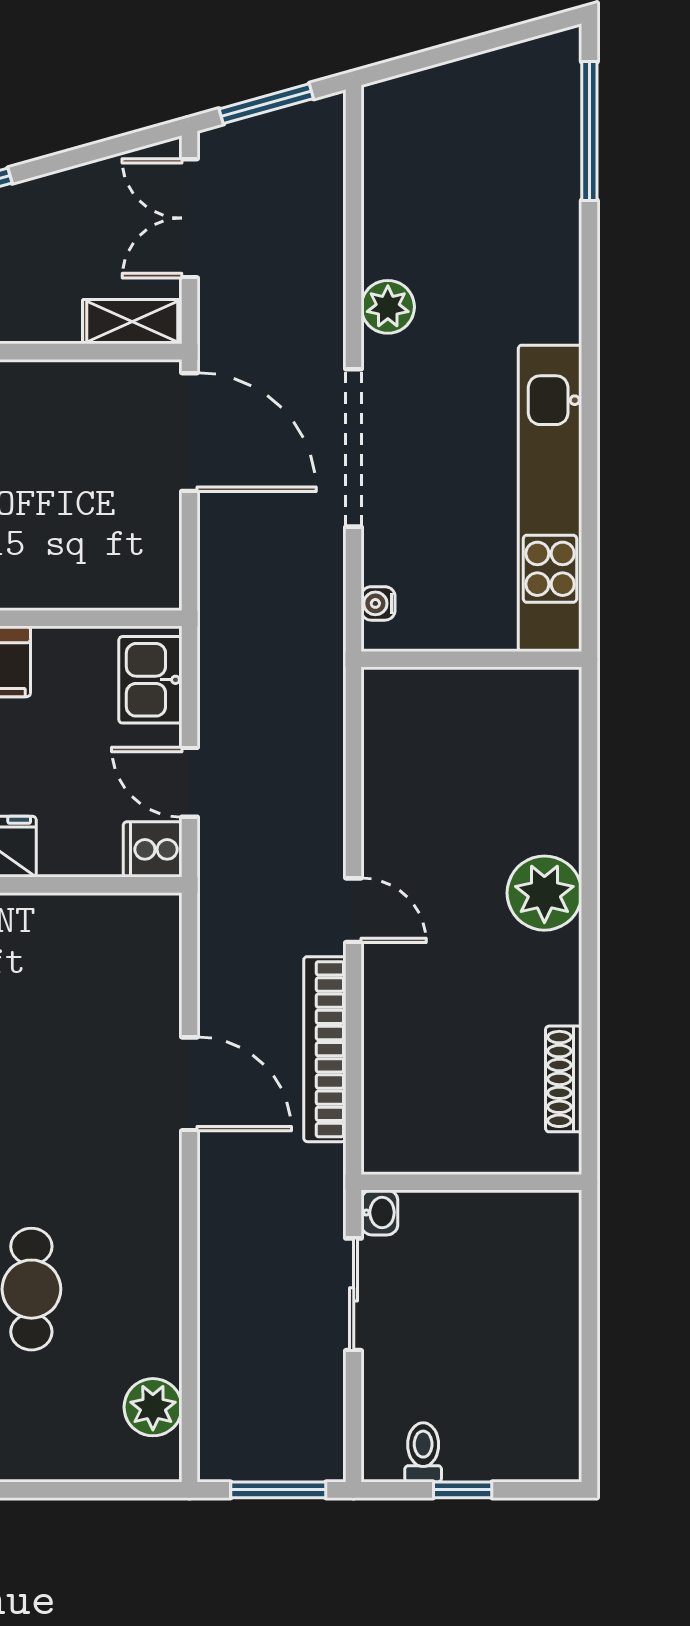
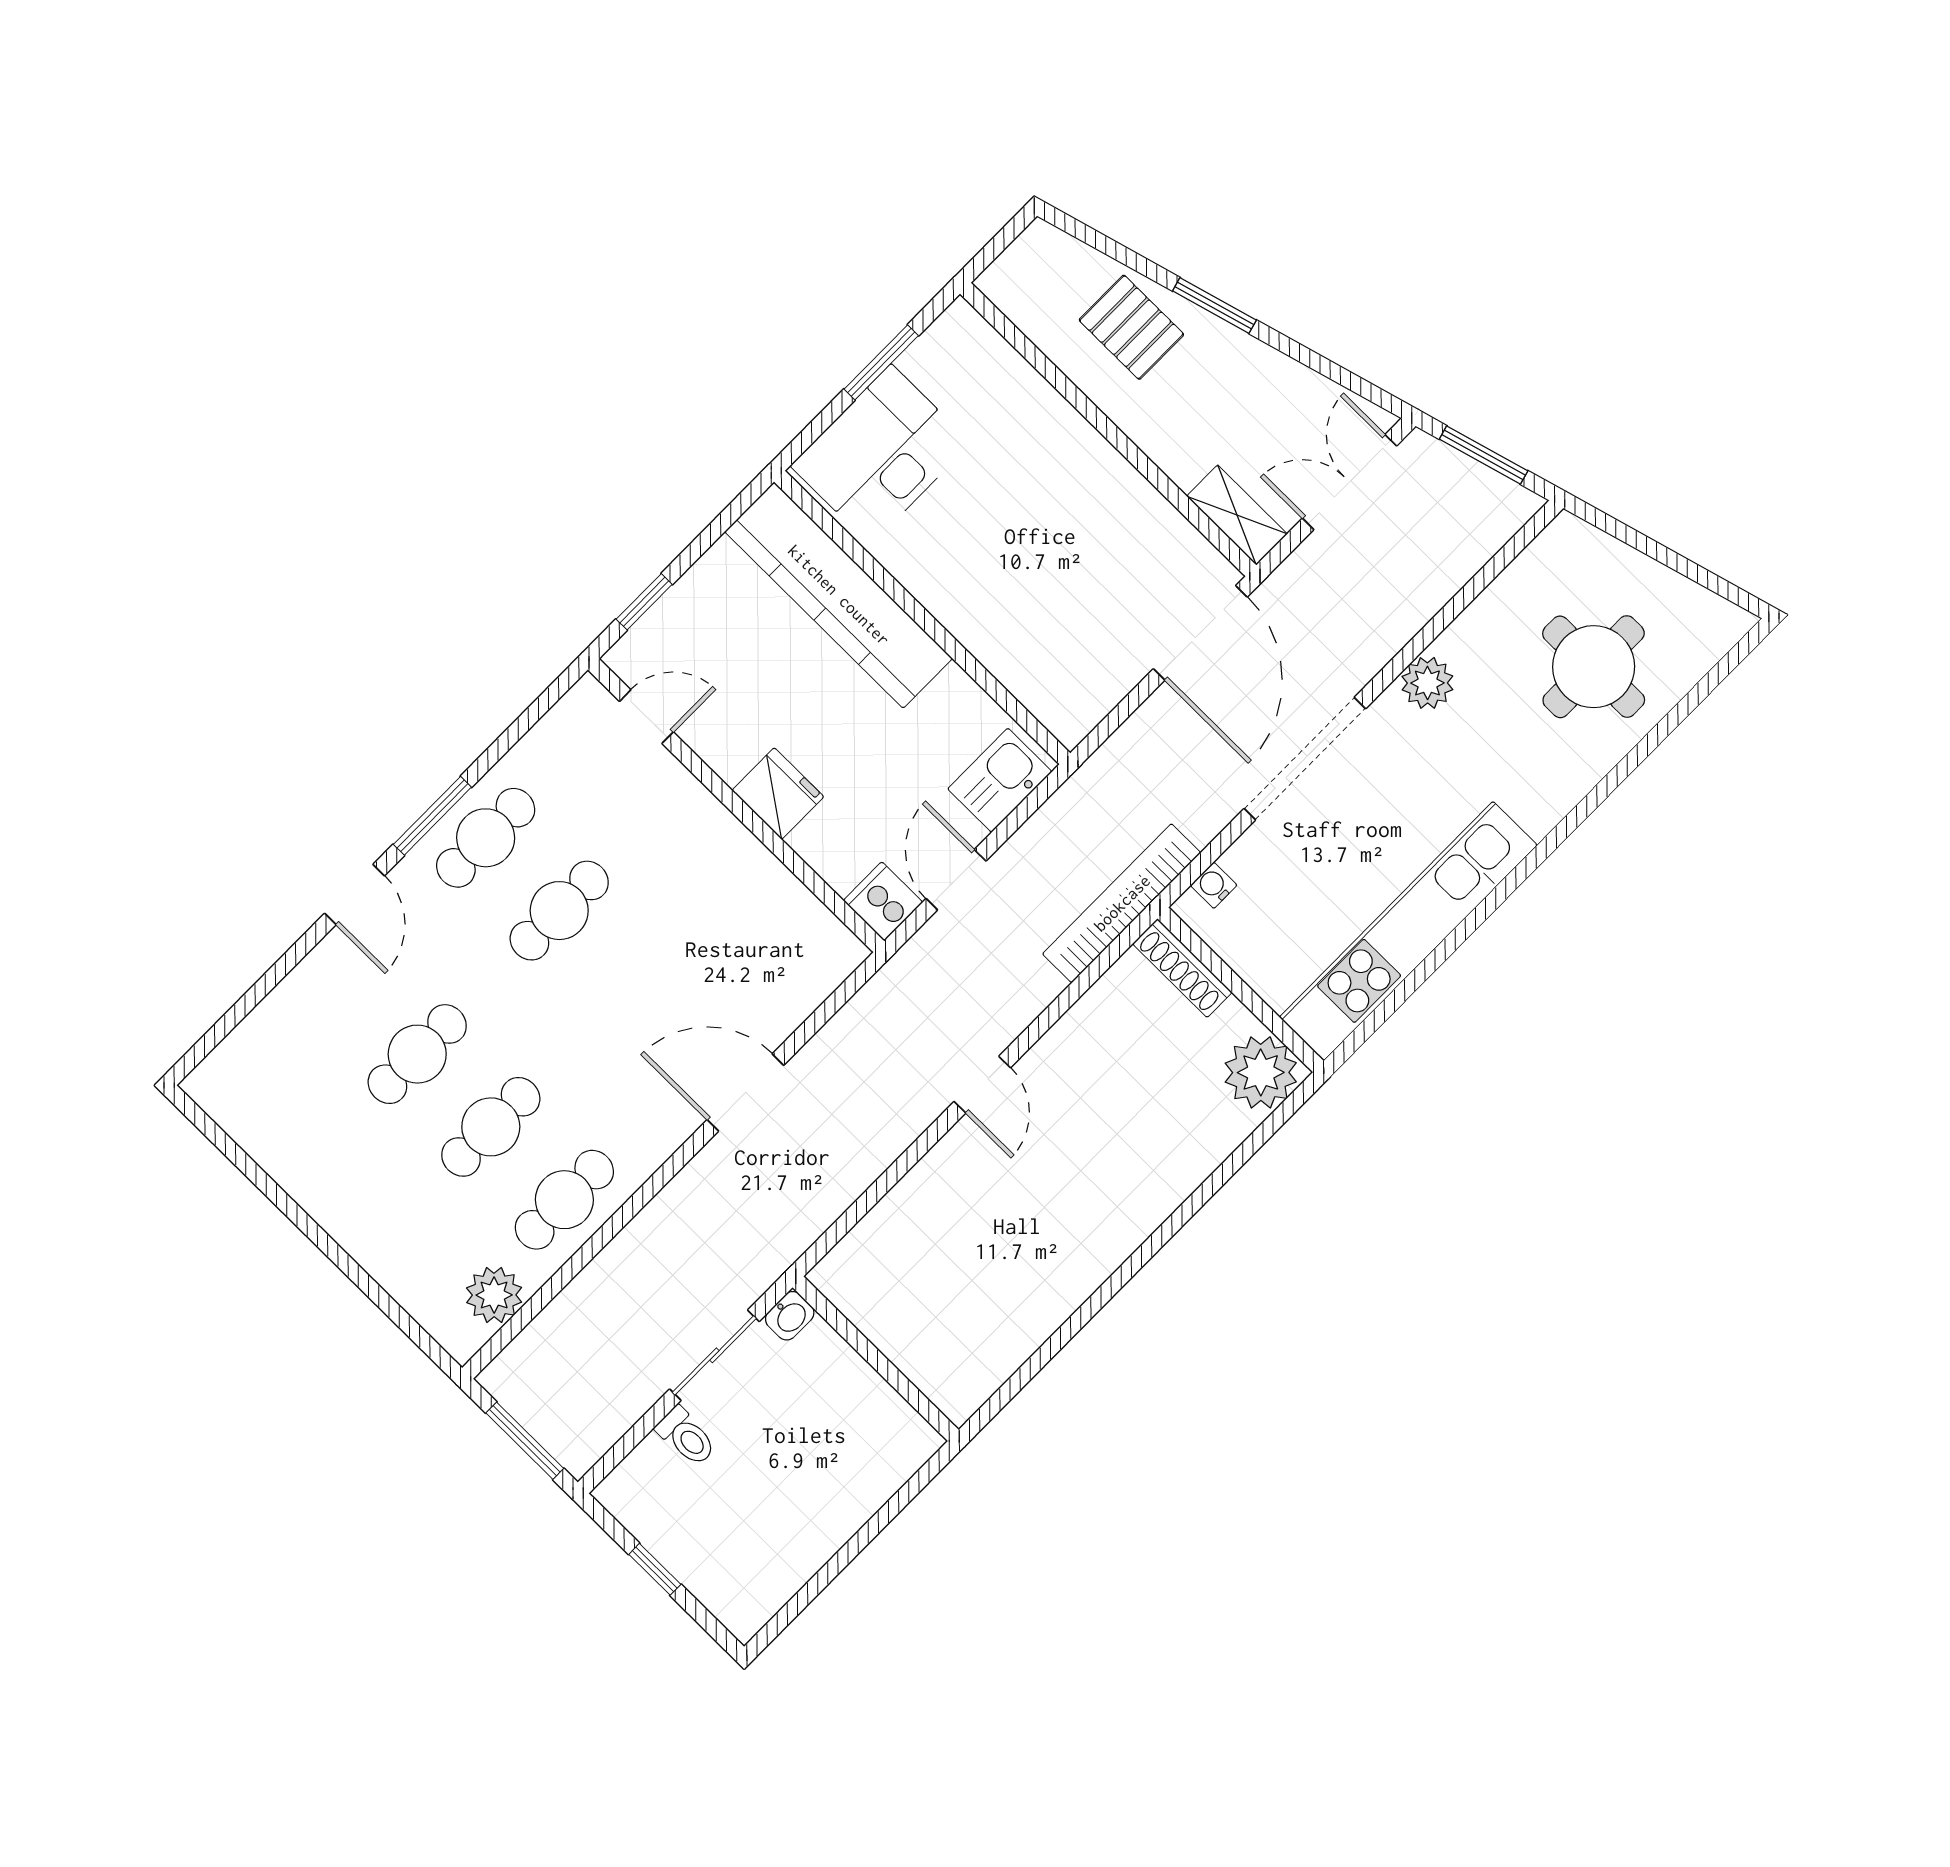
window: (589, 131) -> (1692, 700), removed
round table: (495, 177) -> (1594, 667), added
plant: (544, 893) -> (1261, 1072), moved
bookcase: (325, 1049) -> (1122, 903), moved
shoe rack: (564, 1079) -> (1182, 968), moved, turned -90
door: (189, 1084) -> (745, 1092), swing flipped
cafe table: (136, 1289) -> (564, 1200), added
toilet: (423, 1452) -> (686, 1437), moved, turned 90

